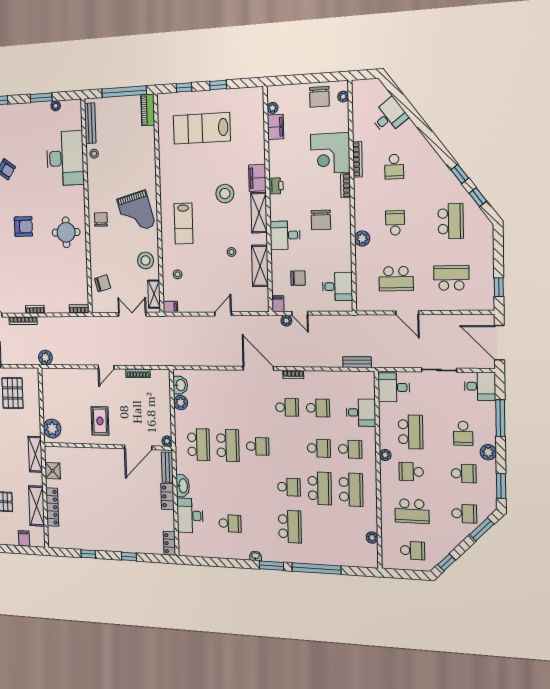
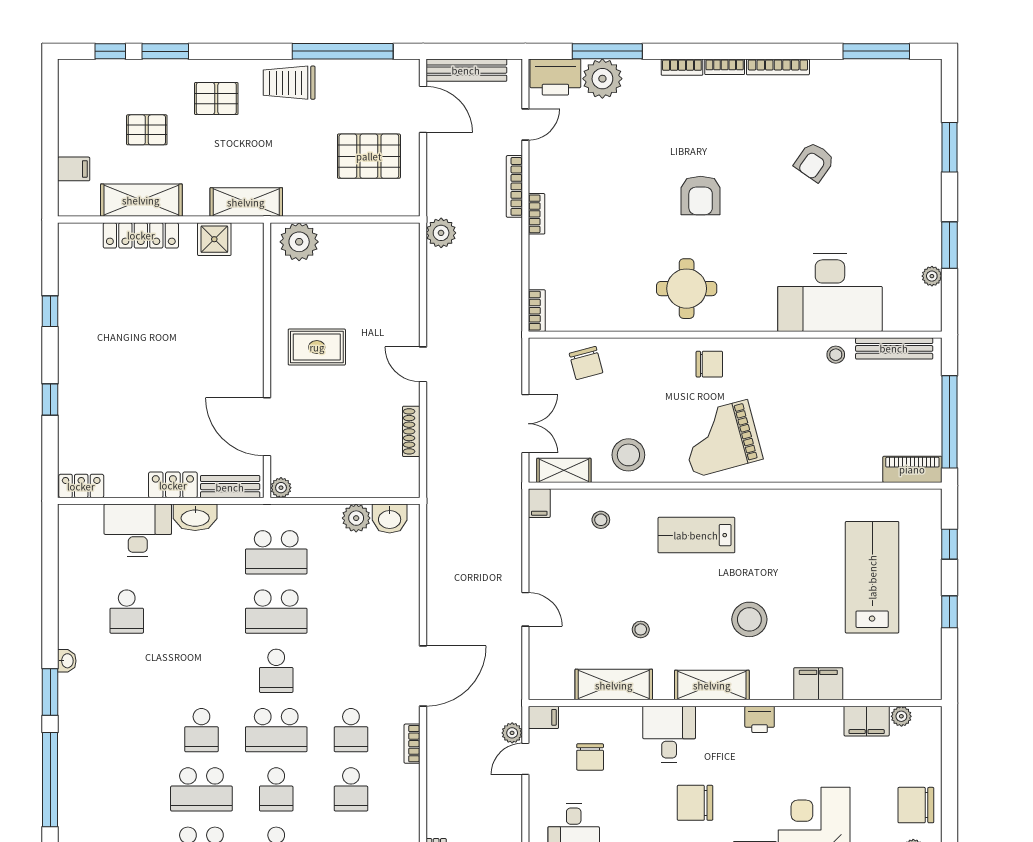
filing cabinet: (257, 178) -> (818, 684), moved
school desk: (290, 527) -> (276, 730), moved

